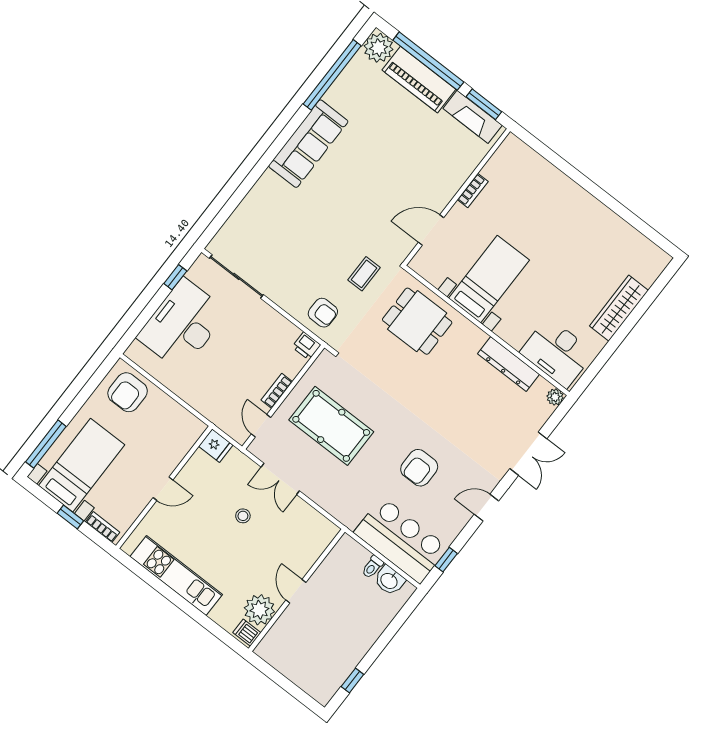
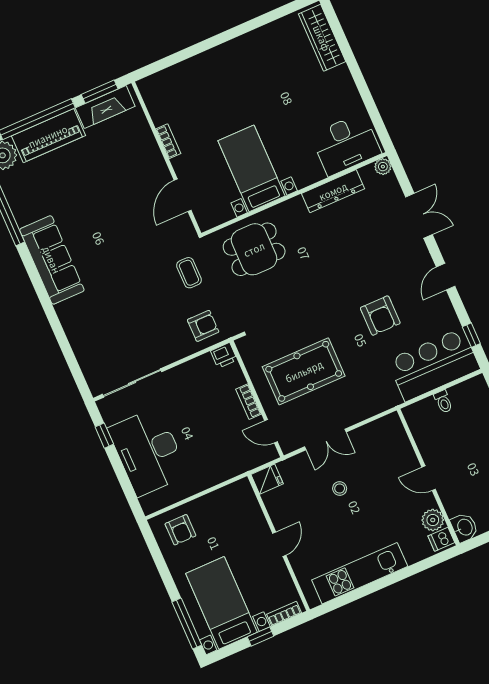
wardrobe: (619, 308) -> (322, 38), moved
armchair: (128, 392) -> (180, 530), width x0.72, depth x0.72
washbasin: (389, 580) -> (464, 527), moved, turned -90
plant: (259, 610) -> (433, 520), width x0.73, depth x0.73

